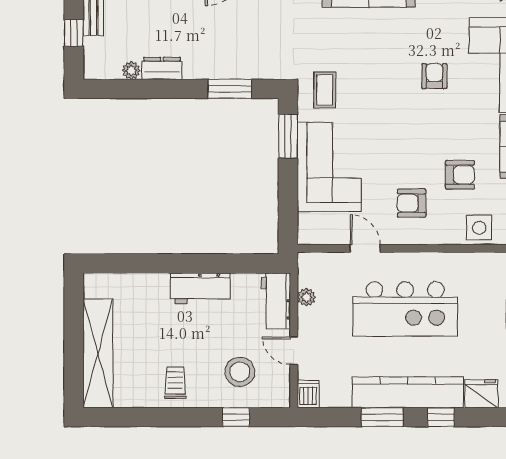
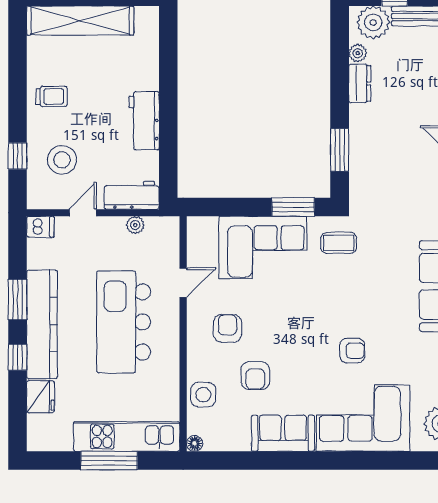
plant: (100, 55) -> (373, 22), added

